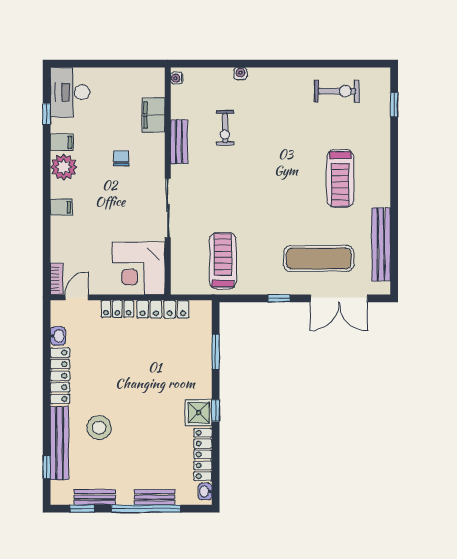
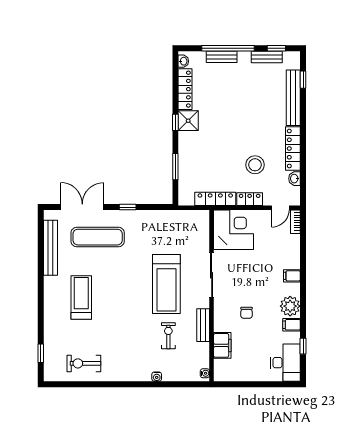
treadmill: (223, 261) -> (166, 284), moved, width x1.37, depth x1.38
stool: (99, 428) -> (255, 165), moved

